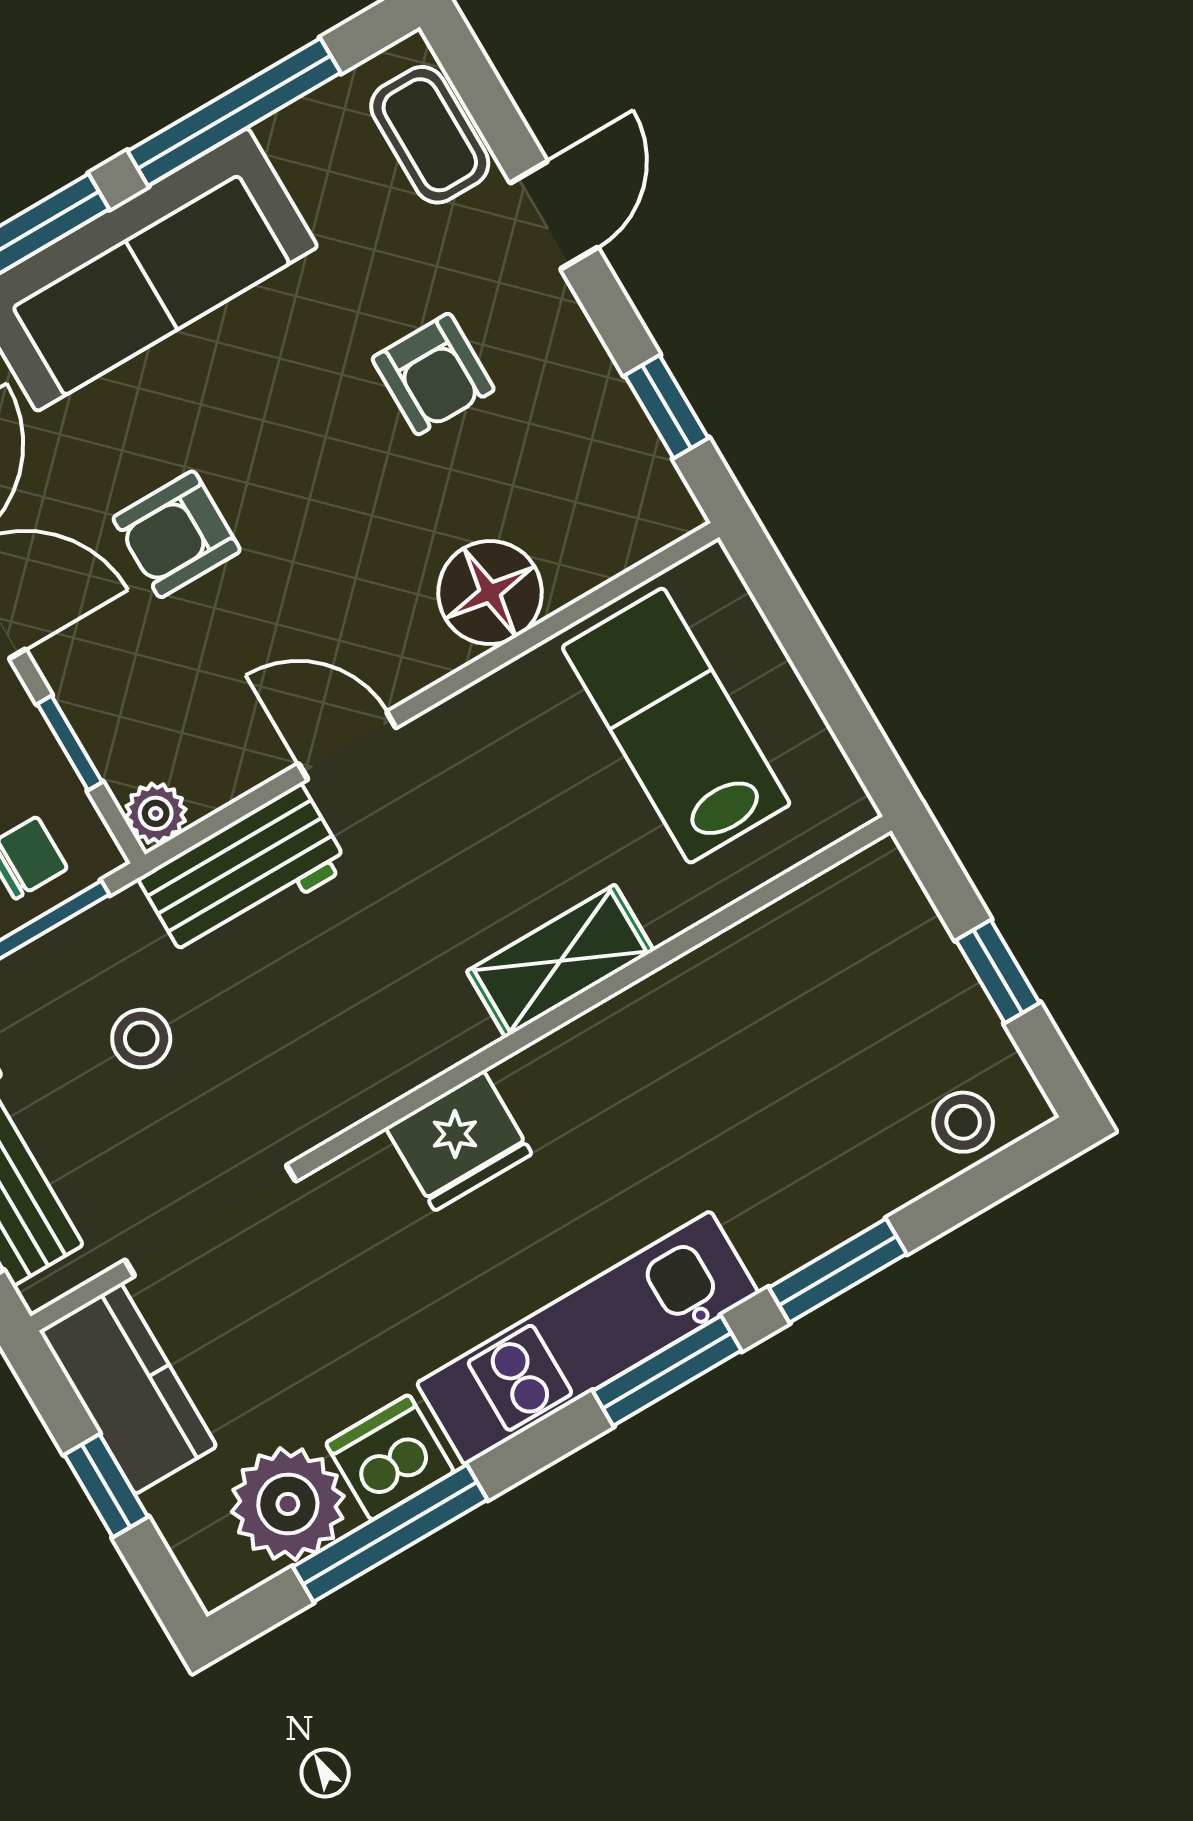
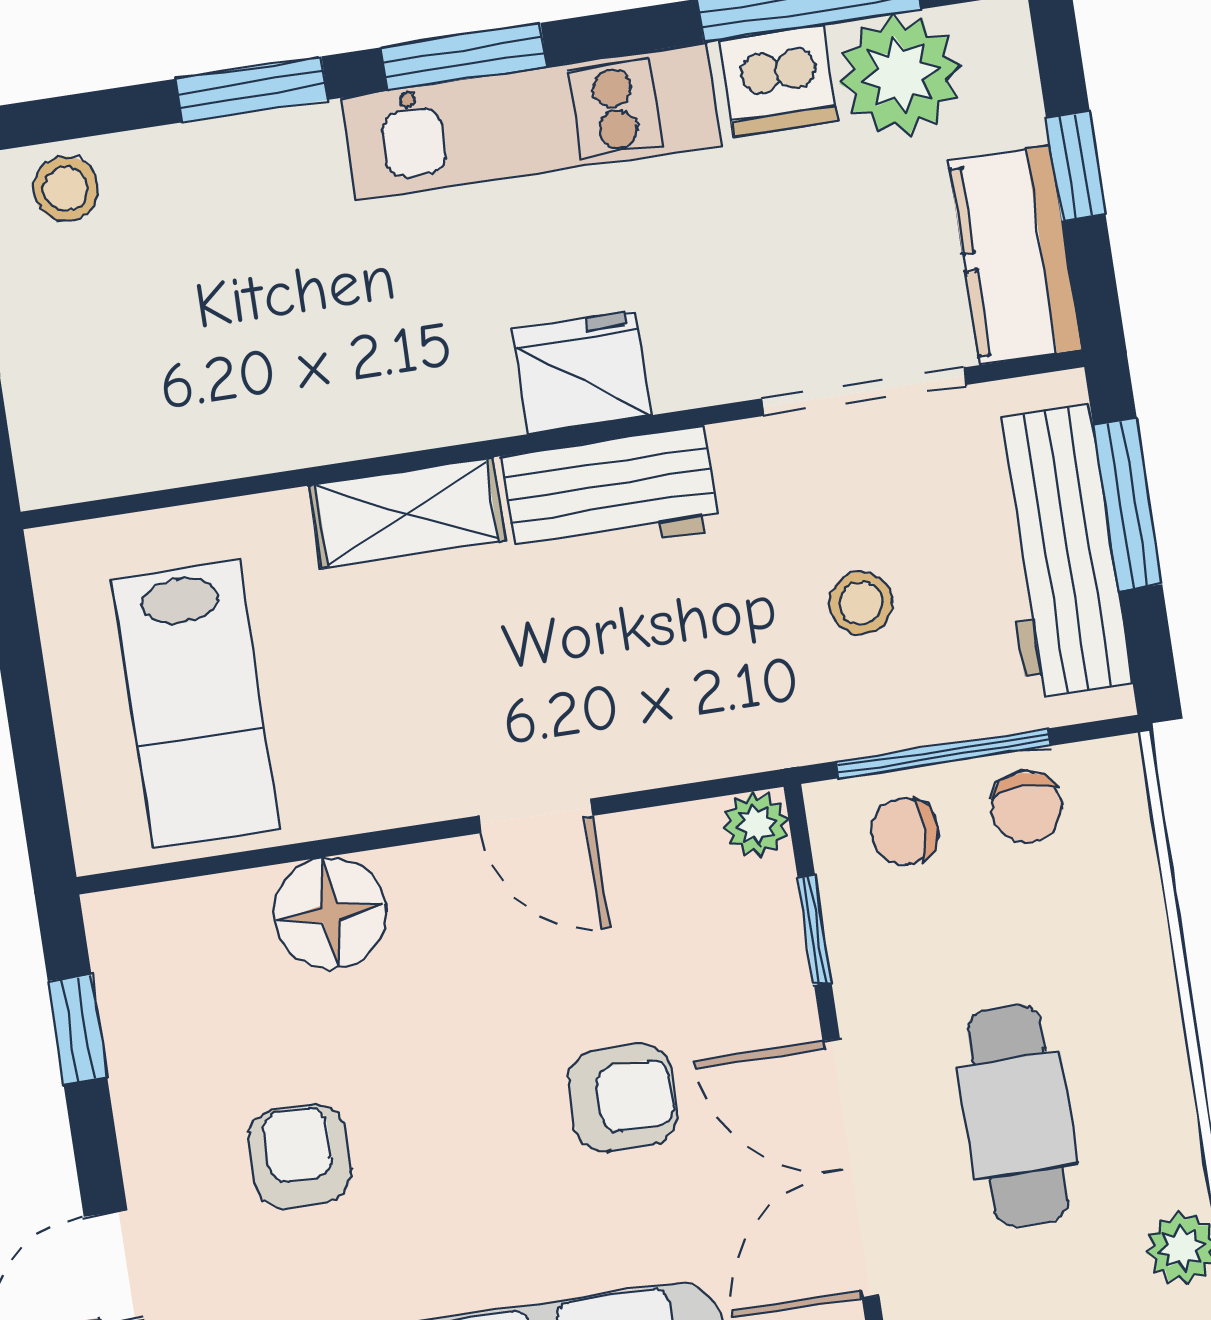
workbench: (244, 873) -> (610, 493), moved, turned 180

